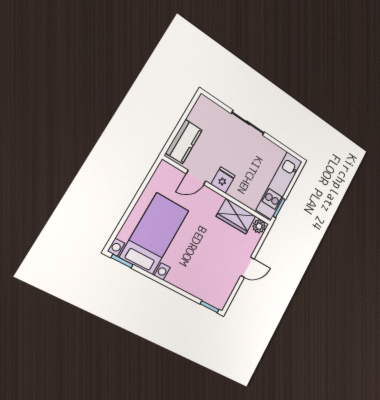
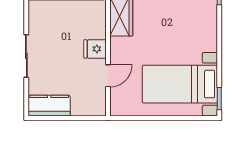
kitchen counter: (184, 142) -> (49, 106), moved
door: (196, 177) -> (108, 76), hinge flipped

